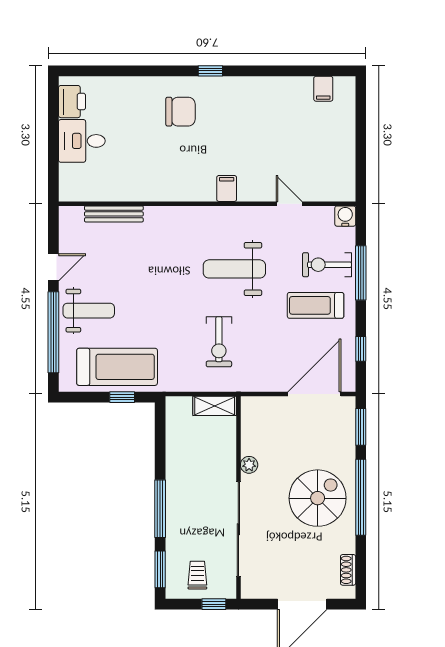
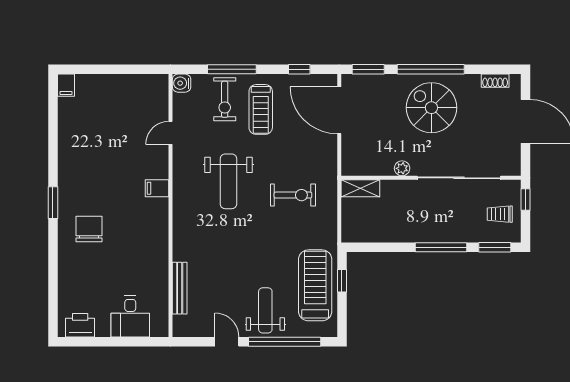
window: (210, 71) -> (53, 203), width x1.50
filing cabinet: (323, 89) -> (66, 85), moved, turned 90
desk: (82, 141) -> (130, 317), moved
shelving: (215, 406) -> (360, 188), moved, turned 90

